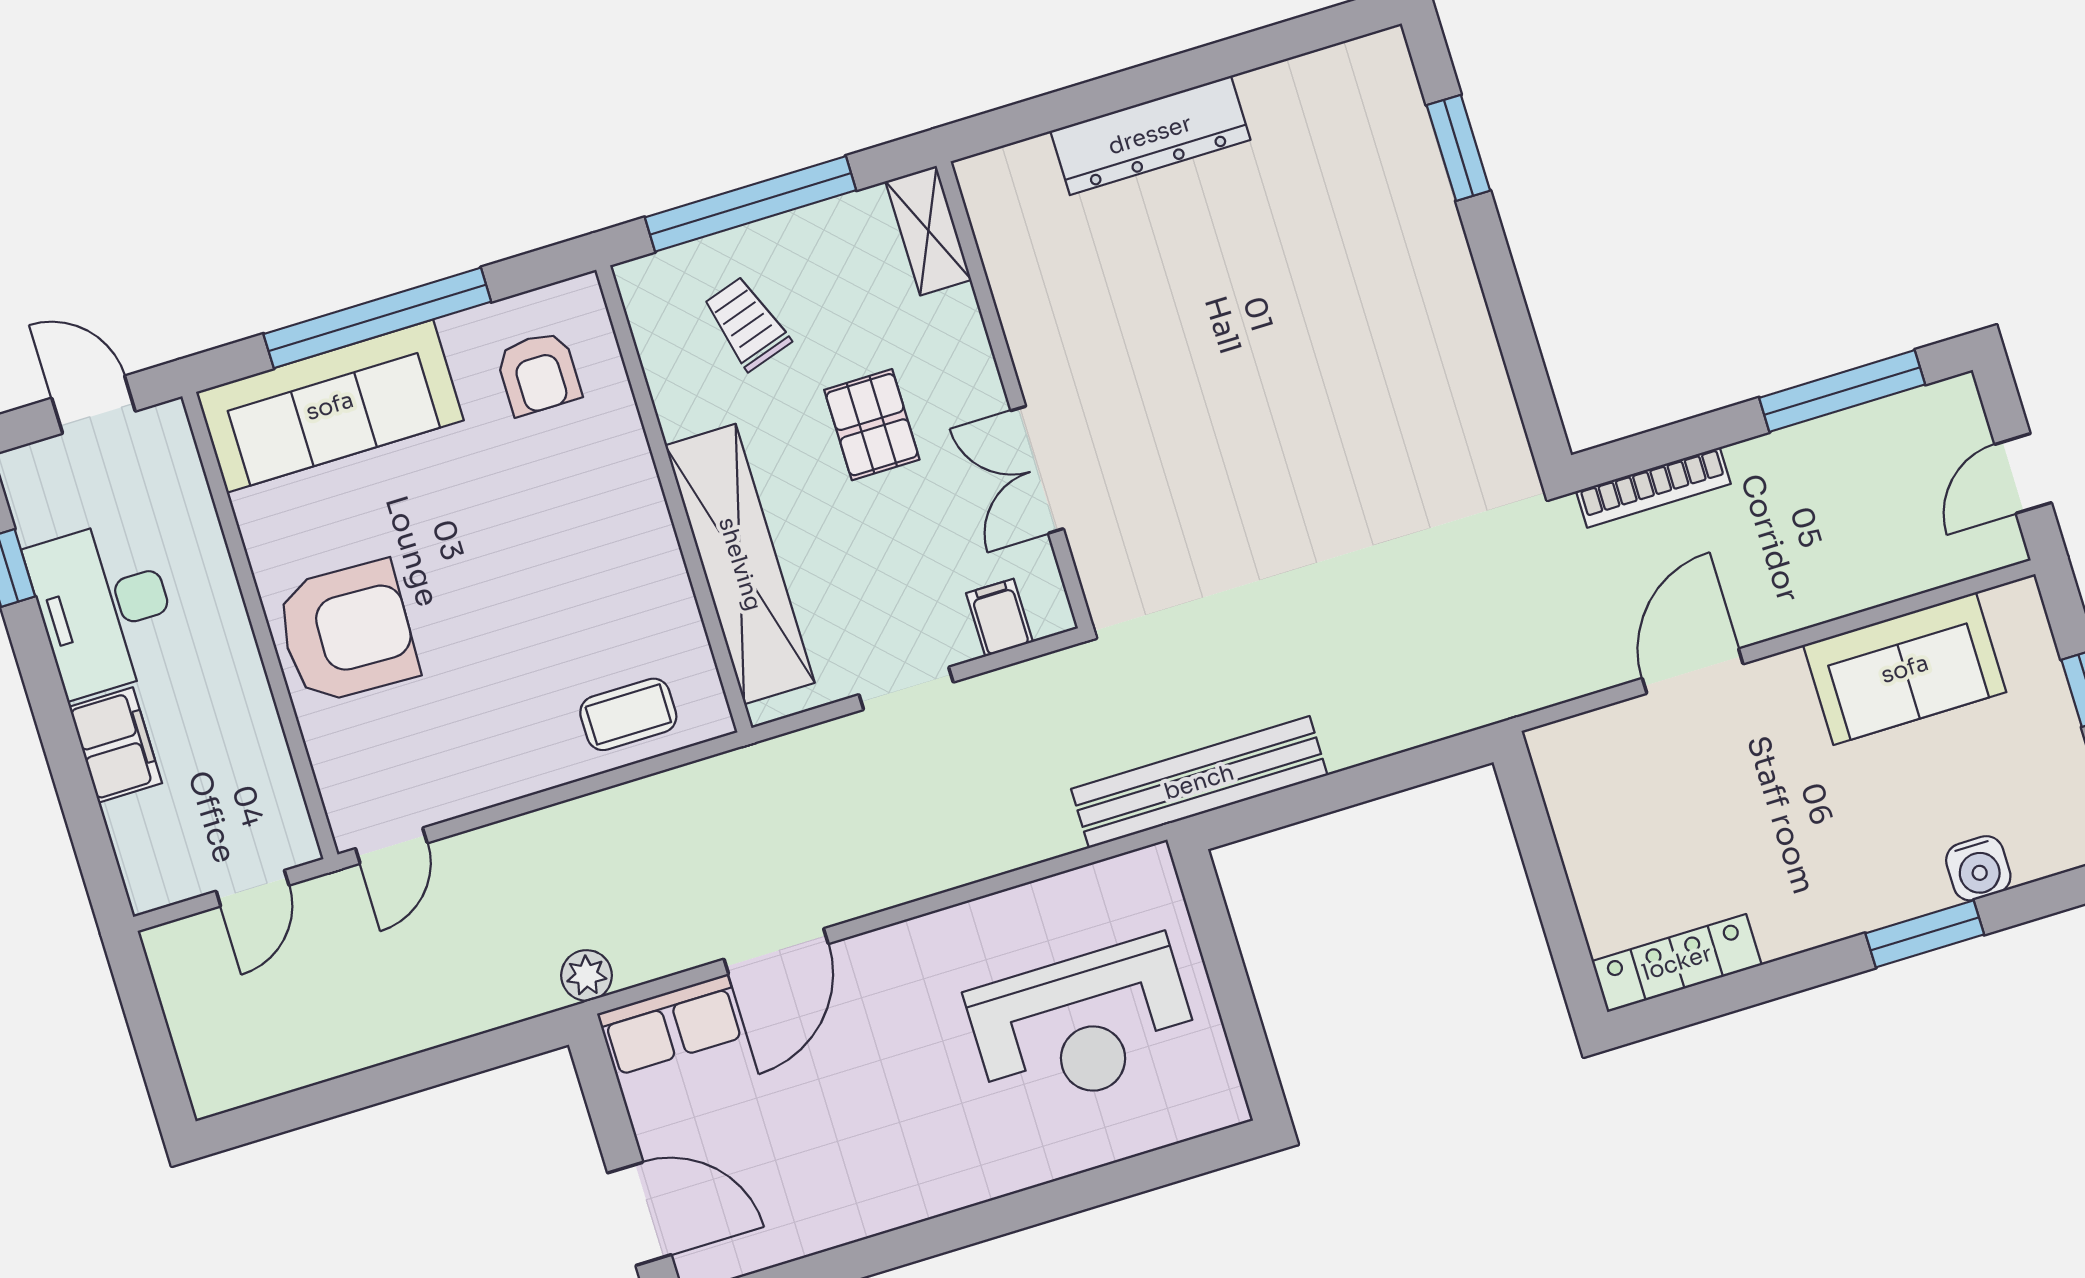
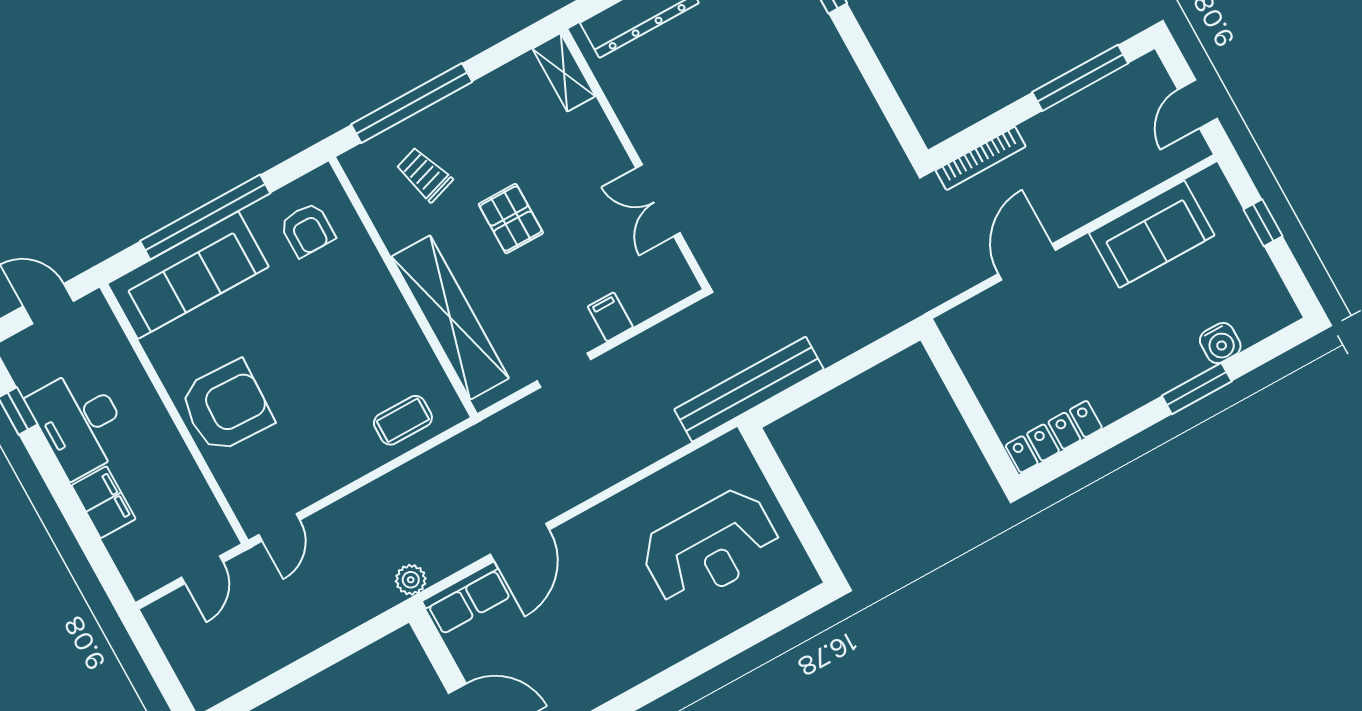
shelving: (928, 231) -> (564, 73), moved
wall: (1014, 395) -> (635, 159), moved
double door: (1037, 470) -> (658, 200), moved

